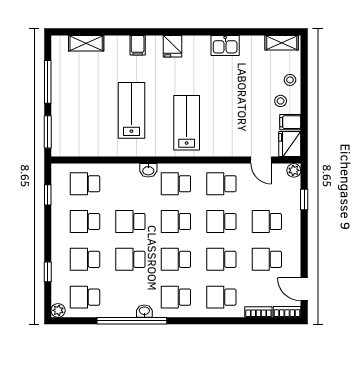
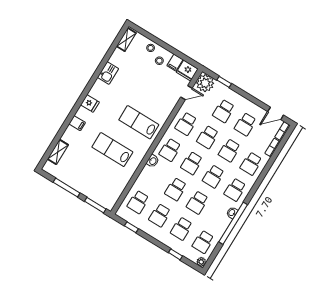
plant: (294, 170) -> (205, 83), width x1.87, depth x1.87

